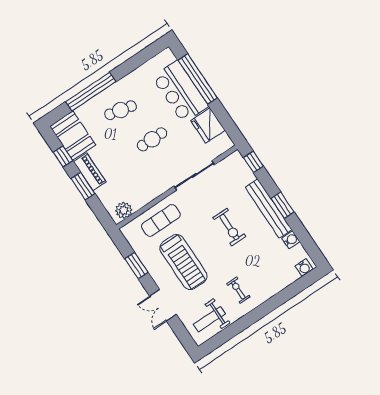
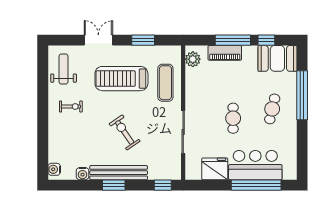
piano: (90, 172) -> (225, 53), moved
window: (83, 186) -> (233, 40), width x1.44
exercise bike: (229, 227) -> (125, 132), turned 56

